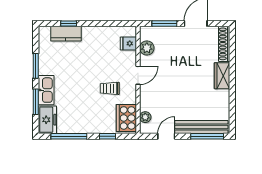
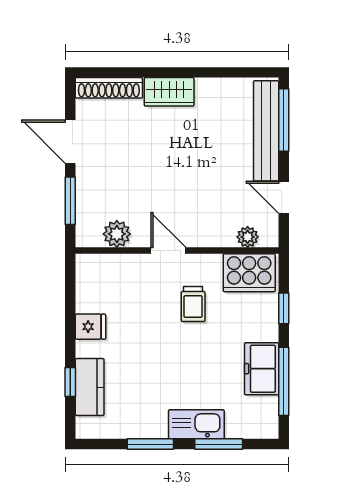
fridge: (128, 43) -> (90, 327), moved, turned -90
freezer: (47, 120) -> (262, 369), moved, turned -90

